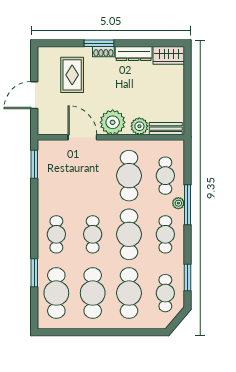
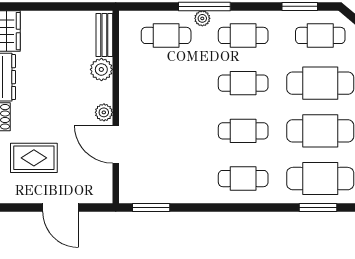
plant: (113, 122) -> (104, 112), width x0.53, depth x0.53
door: (82, 137) -> (116, 144), hinge flipped
cafe table: (129, 176) -> (166, 83), removed
cafe table: (129, 234) -> (243, 83), width x0.73, depth x0.74
window: (34, 273) -> (318, 208), moved

